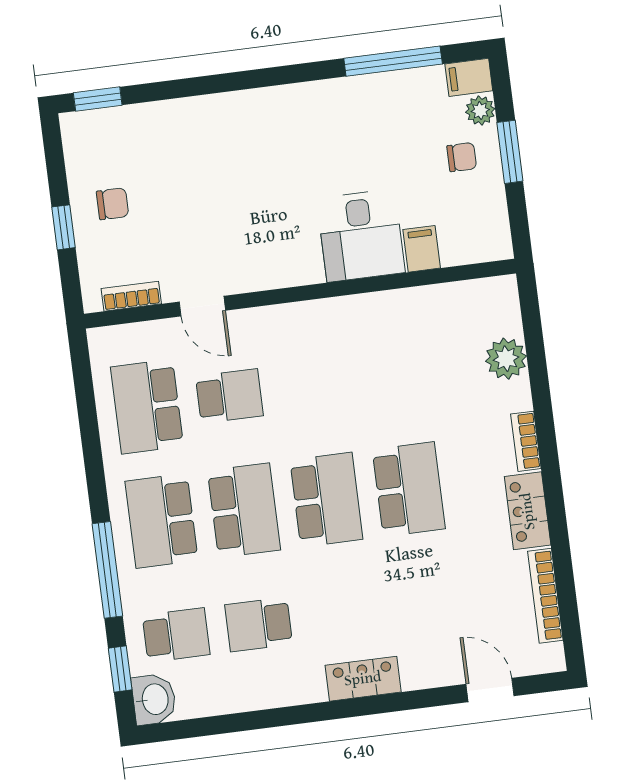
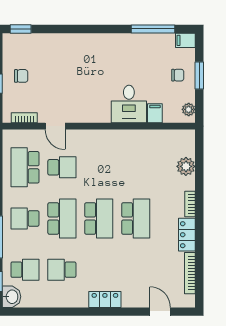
plant: (480, 111) -> (189, 109), moved
school desk: (162, 521) -> (25, 218), width x0.54

